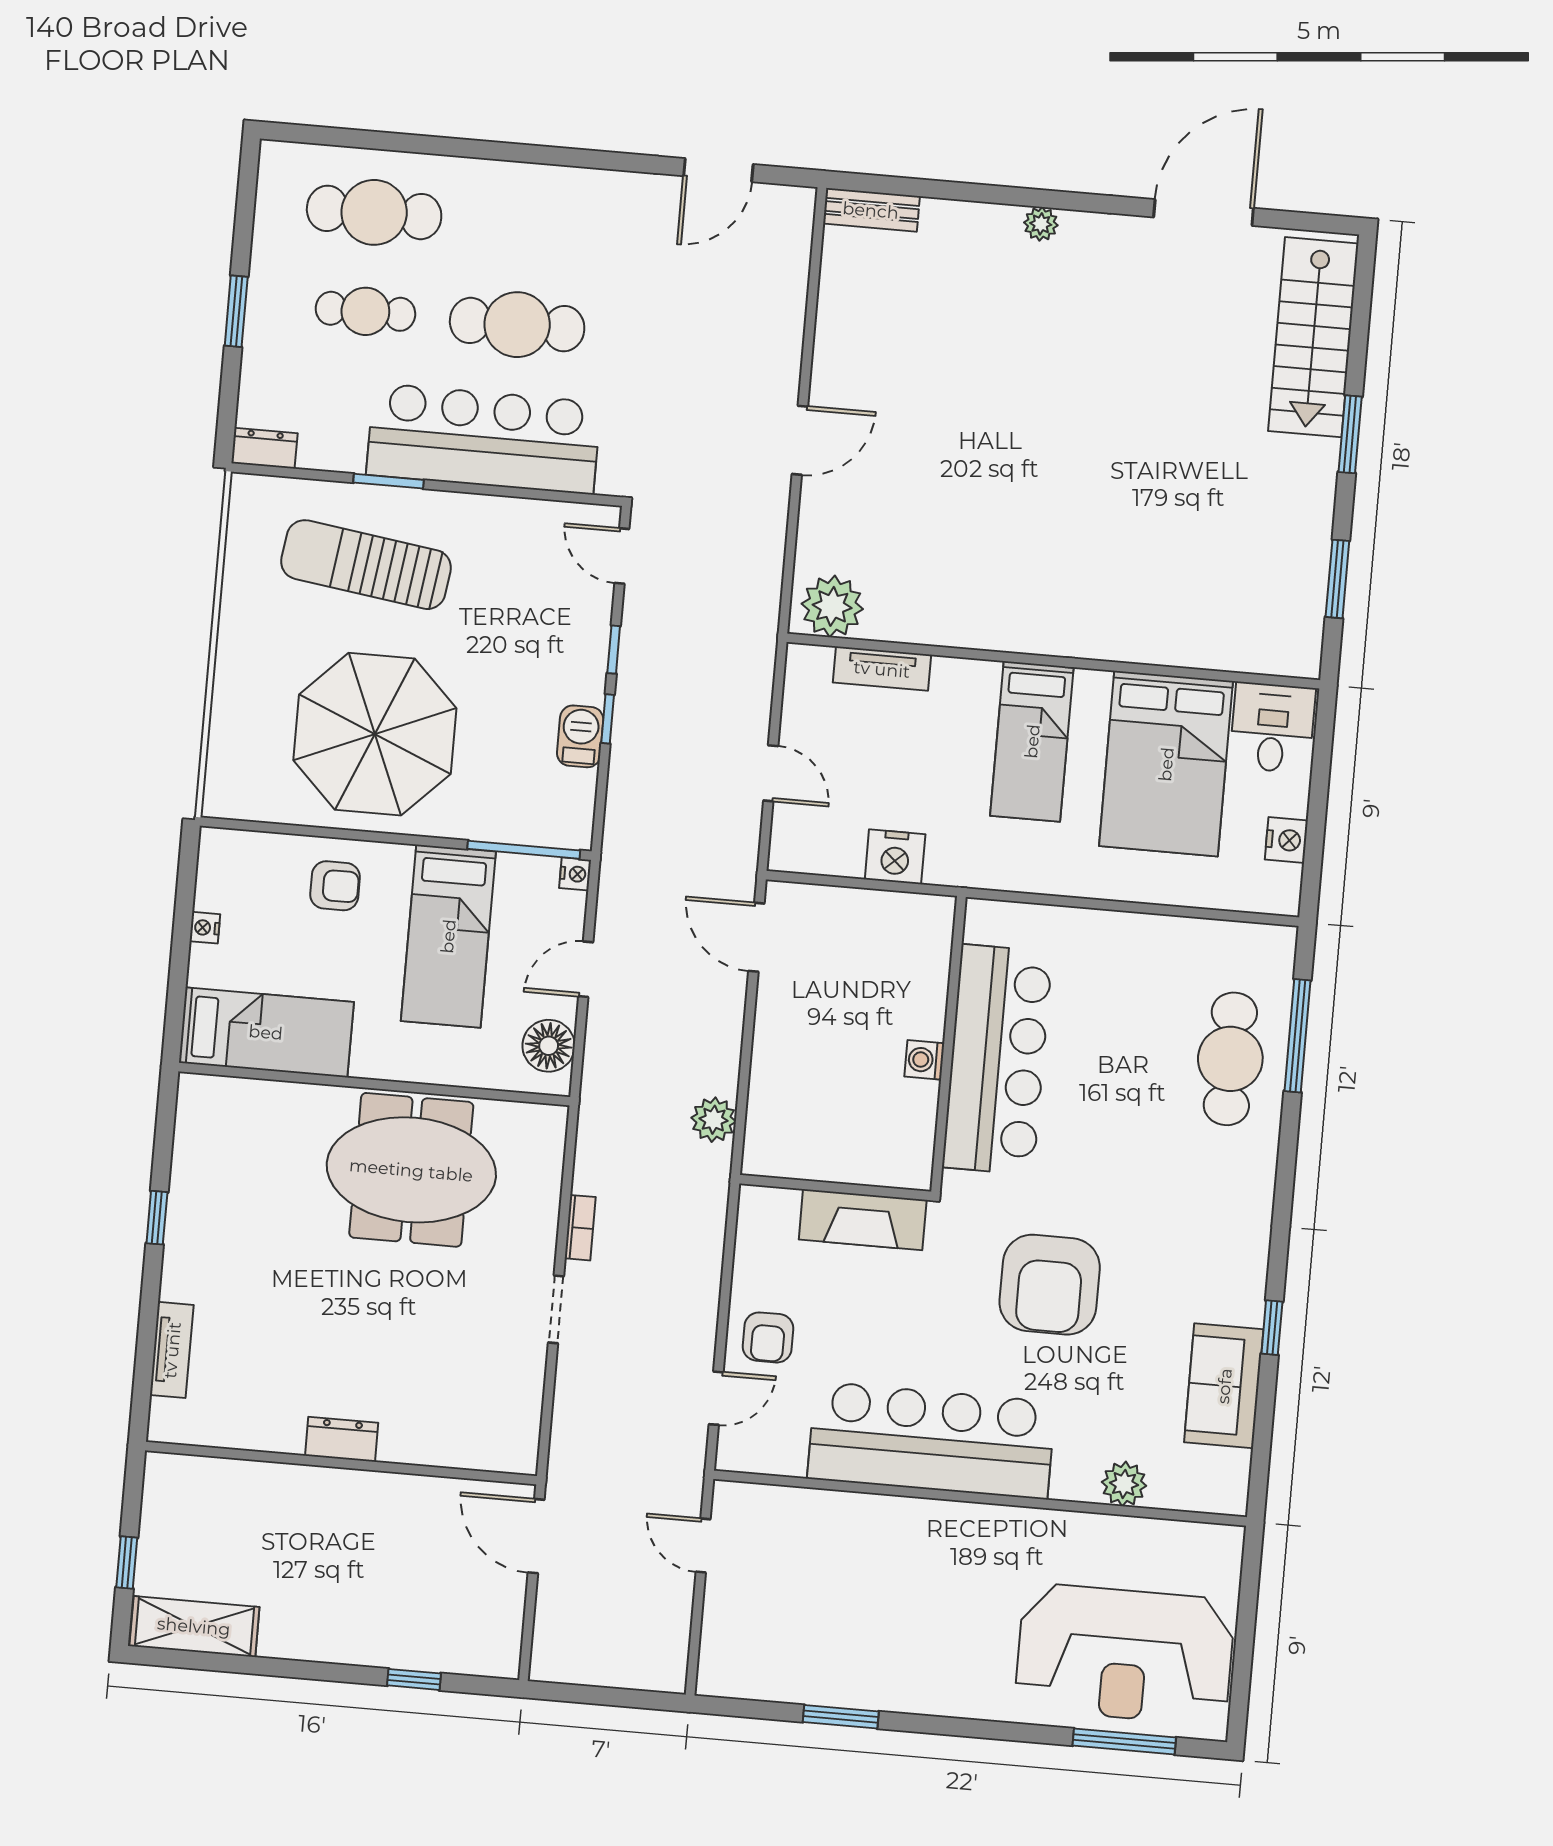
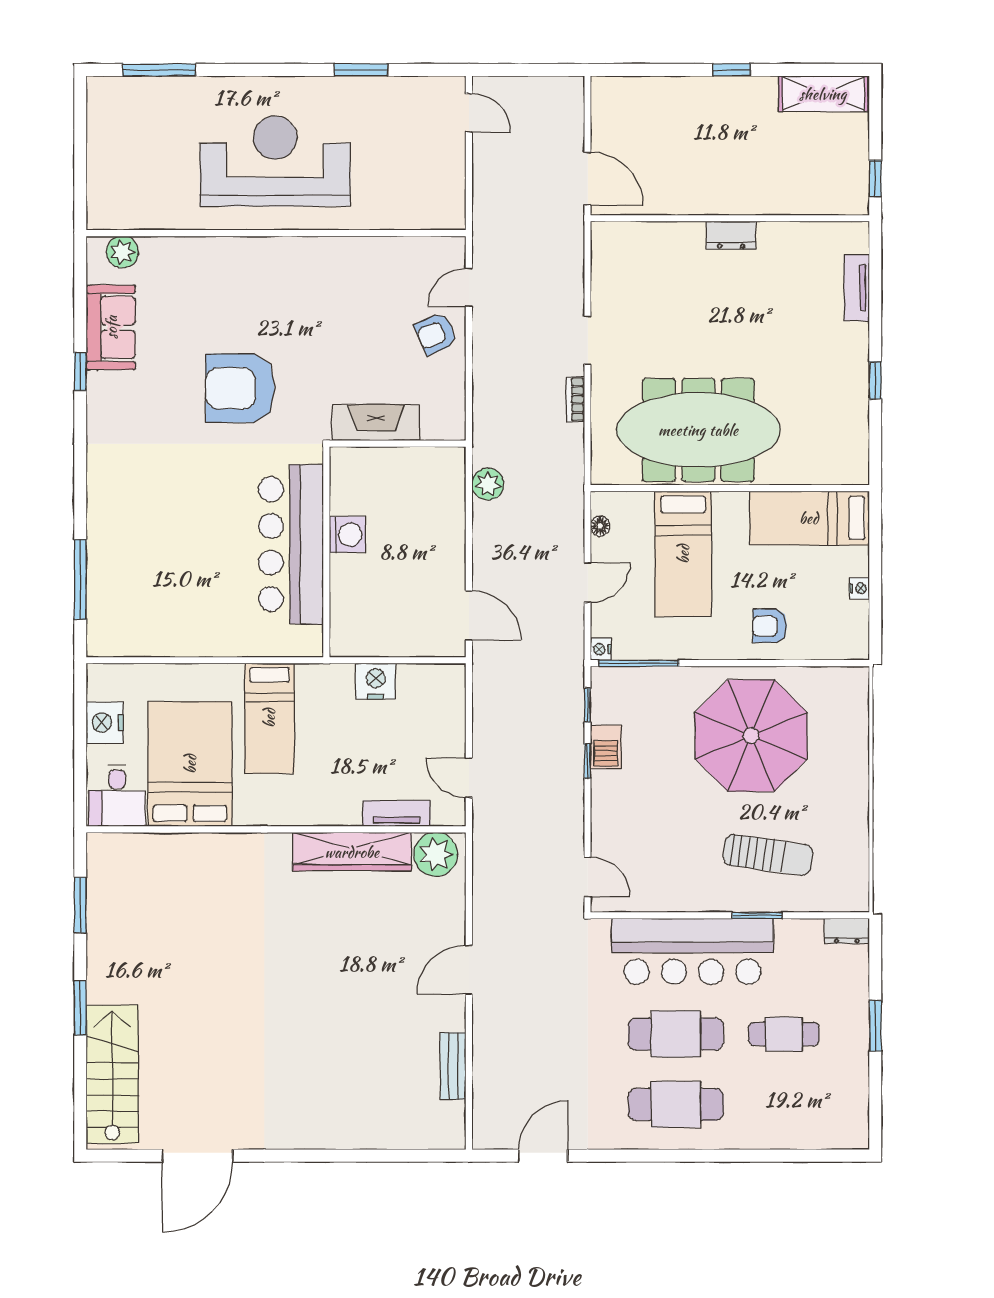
bench: (871, 210) -> (453, 1066), moved, turned 90
cafe table: (374, 212) -> (676, 1104), moved
plant: (1041, 224) -> (312, 1138), removed
sun lounger: (366, 565) -> (768, 855), width x0.73, depth x0.75
wardrobe: (949, 621) -> (352, 852), added
window: (614, 650) -> (588, 705), moved
bed: (1032, 741) -> (269, 718), moved, turned 180
door: (771, 773) -> (469, 778), moved
nightstand: (1286, 840) -> (105, 723), width x1.36, depth x1.33
bed: (448, 936) -> (683, 554), moved, turned 180
floor lamp: (549, 1046) -> (600, 526), width x0.53, depth x0.53
cafe table: (1230, 1059) -> (126, 559), removed
washing machine: (924, 1060) -> (347, 534), width x1.38, depth x1.38
meeting table: (411, 1170) -> (698, 430), width x1.36
armchair: (1050, 1285) -> (240, 388), turned -90
armchair: (768, 1337) -> (436, 334), turned -114
bar counter: (931, 1440) -> (314, 271), removed
plant: (1124, 1484) -> (122, 252), moved
door: (703, 1545) -> (469, 113), moved
window: (127, 1562) -> (875, 179), moved
reception desk: (1125, 1654) -> (275, 161), moved
window: (414, 1679) -> (732, 70), moved

